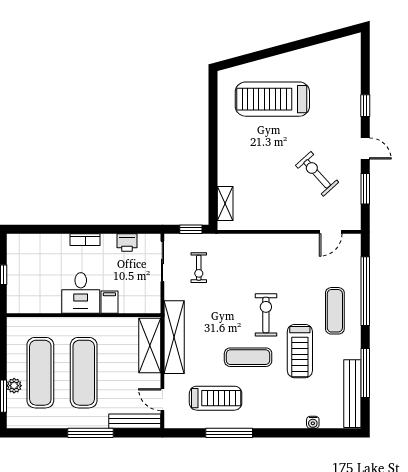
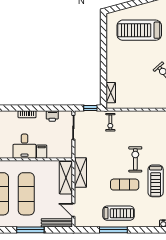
exercise bike: (199, 268) -> (110, 122), moved
shelving: (174, 337) -> (80, 173), width x0.68
treadmill: (216, 398) -> (119, 213), moved

